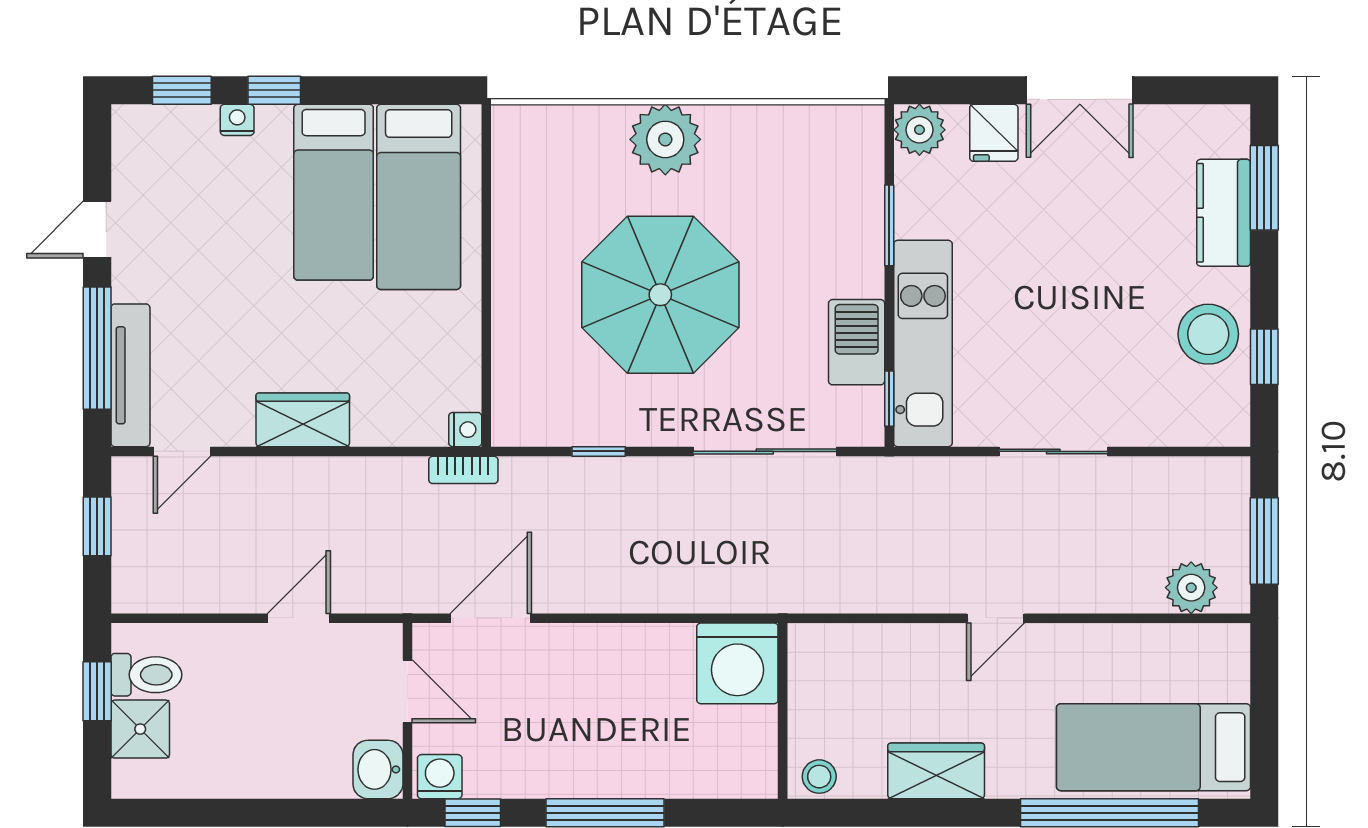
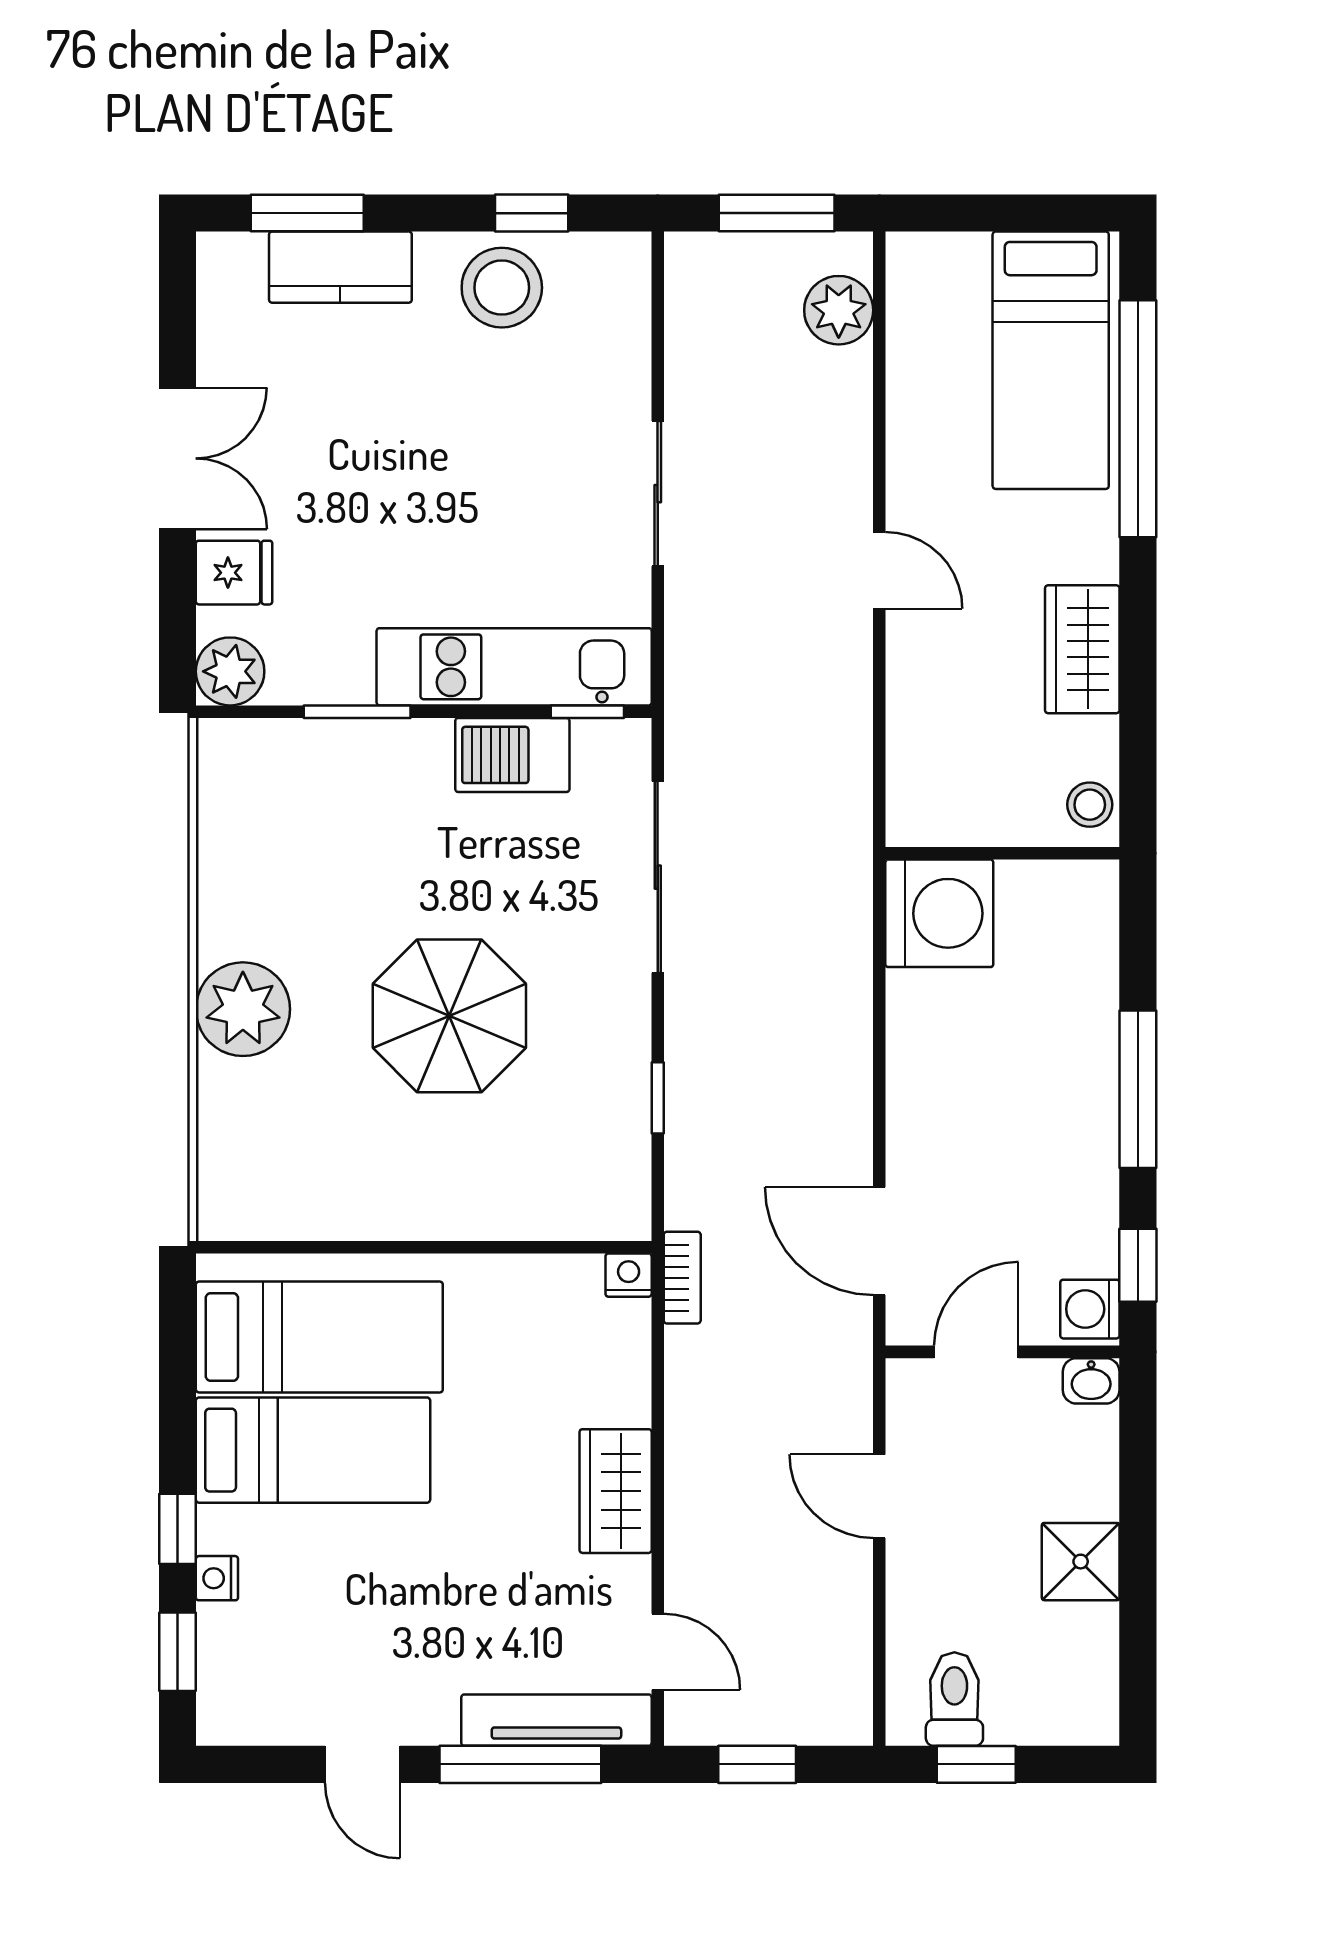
parasol: (660, 295) -> (449, 1016), width x0.73, depth x0.73
shower: (140, 729) -> (1081, 1562), moved
washbasin: (378, 769) -> (1091, 1381), width x0.72, depth x0.69

